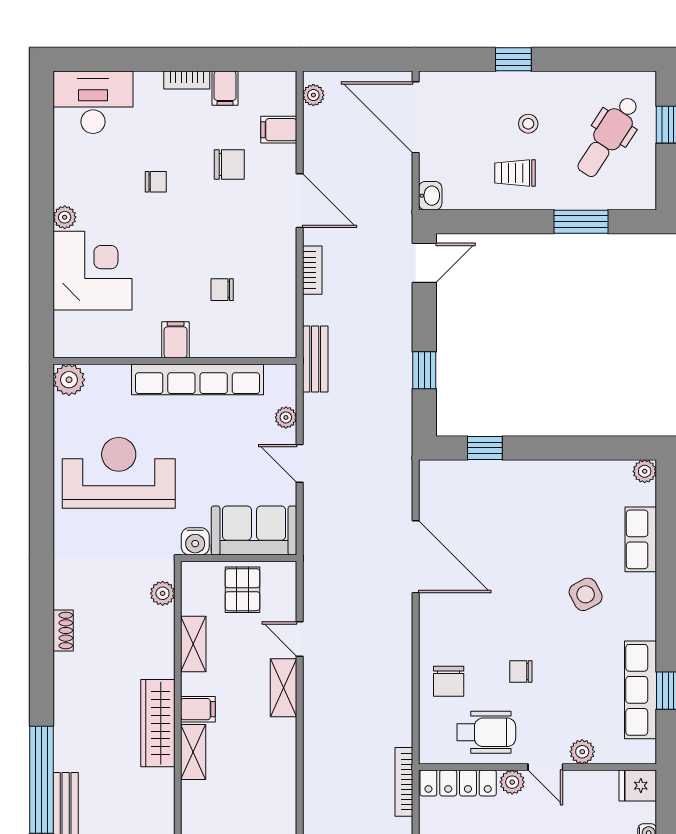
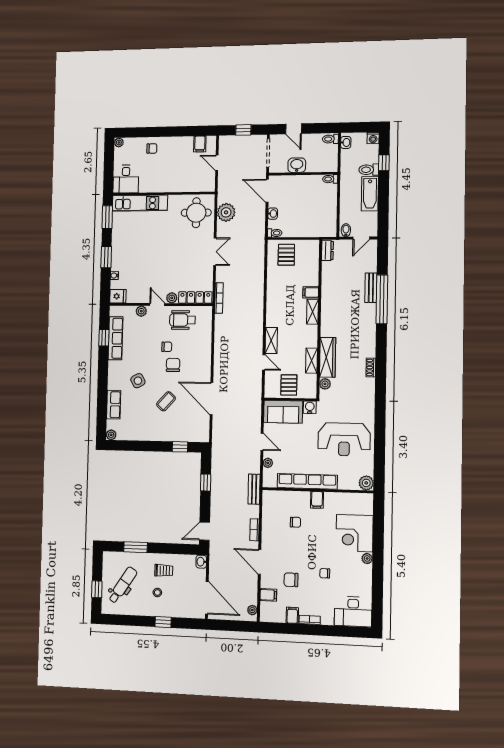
coffee table: (519, 549) -> (166, 401), added
chair: (449, 681) -> (173, 365), moved
filing cabinet: (198, 709) -> (311, 292), moved
wardrobe: (158, 723) -> (328, 357), moved

